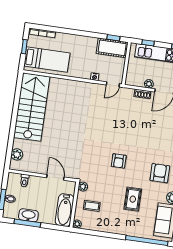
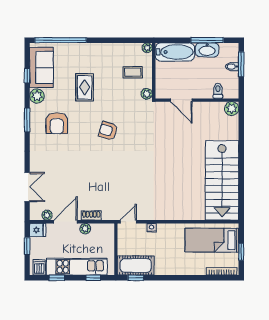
plant: (17, 154) -> (232, 109), moved
armchair: (119, 161) -> (108, 131), turned -73
bathtub: (65, 210) -> (175, 52), moved, turned 90

